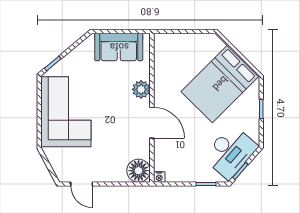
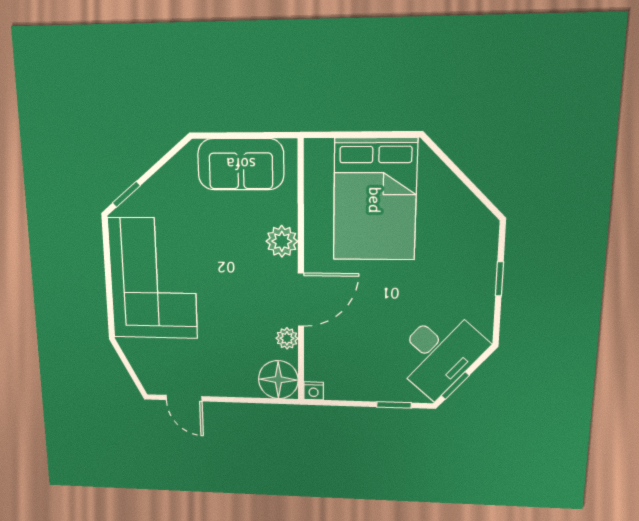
bed: (220, 84) -> (375, 200), moved, turned -45
door: (152, 123) -> (301, 300), hinge flipped
plant: (144, 146) -> (287, 338), added

